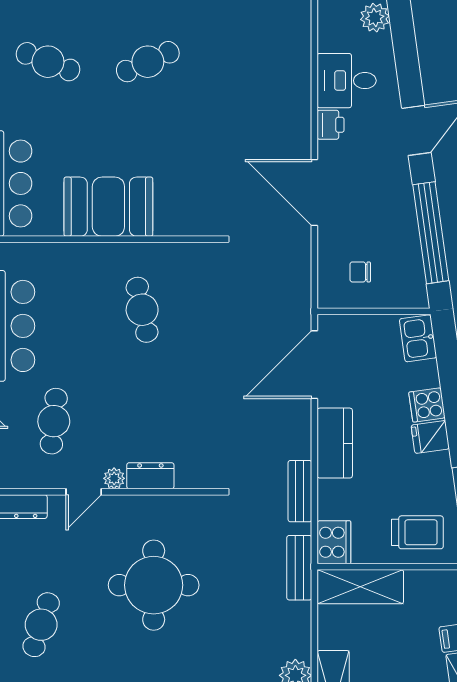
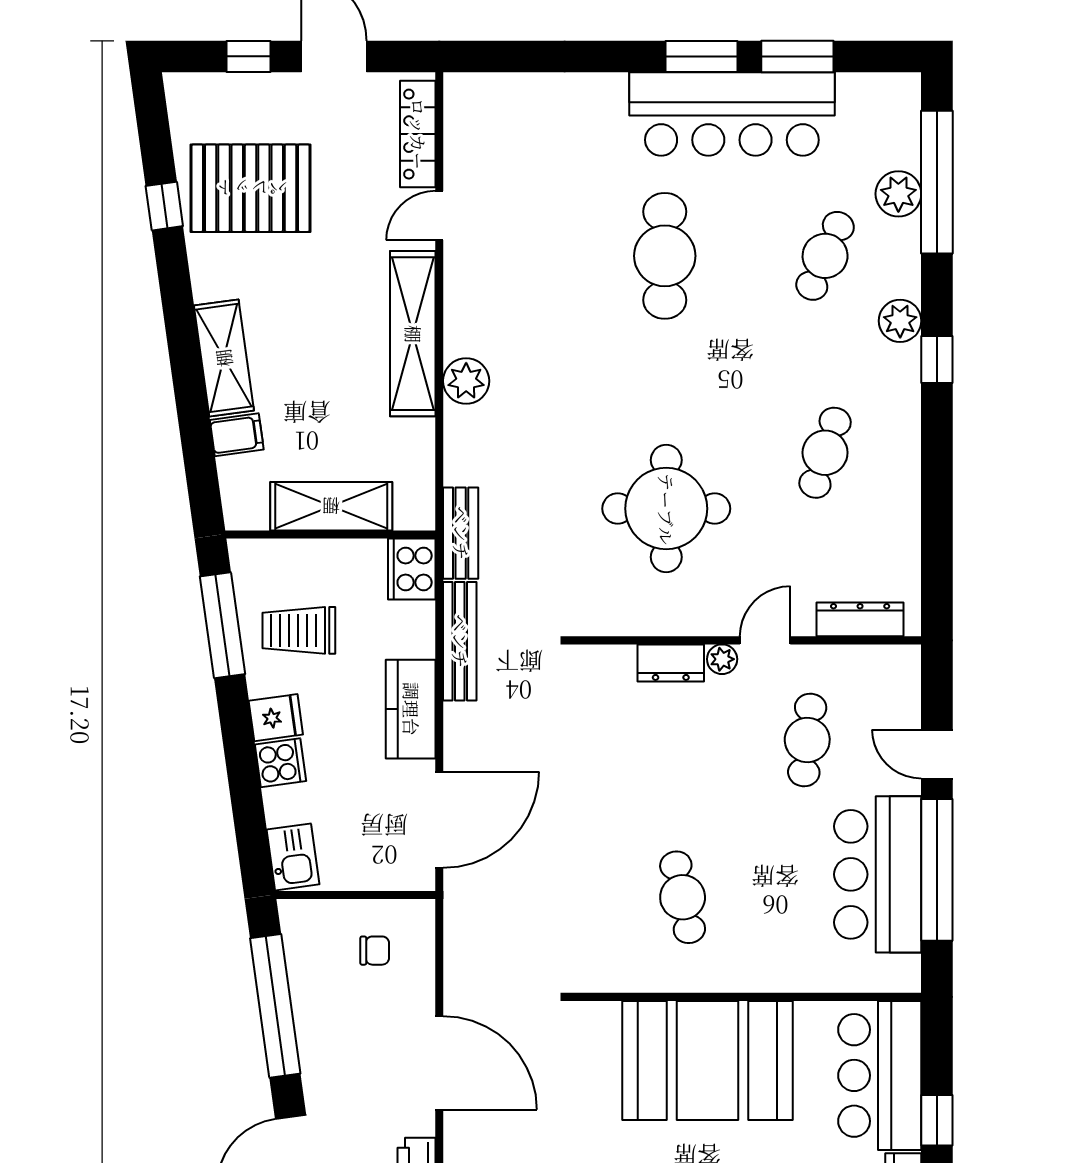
booth: (108, 207) -> (708, 1061), width x1.36, depth x1.42
bench: (300, 491) -> (460, 641), width x1.36
trolley: (417, 532) -> (299, 630), moved
shelving: (360, 587) -> (331, 506), moved

